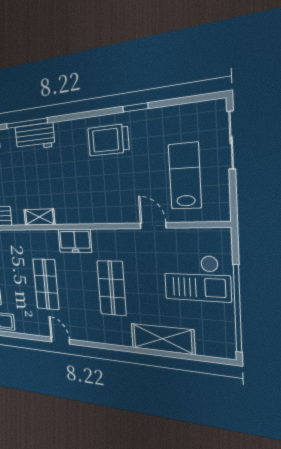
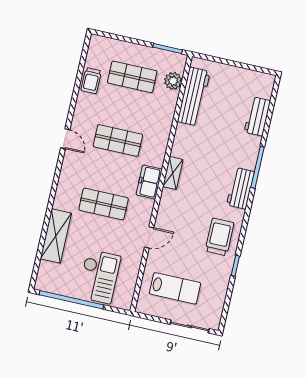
workbench: (35, 137) -> (240, 188), moved
shelving: (39, 217) -> (173, 173), moved
door: (153, 226) -> (149, 237), moved
checkout: (197, 278) -> (99, 277), turned 180
door: (60, 341) -> (65, 139), hinge flipped

